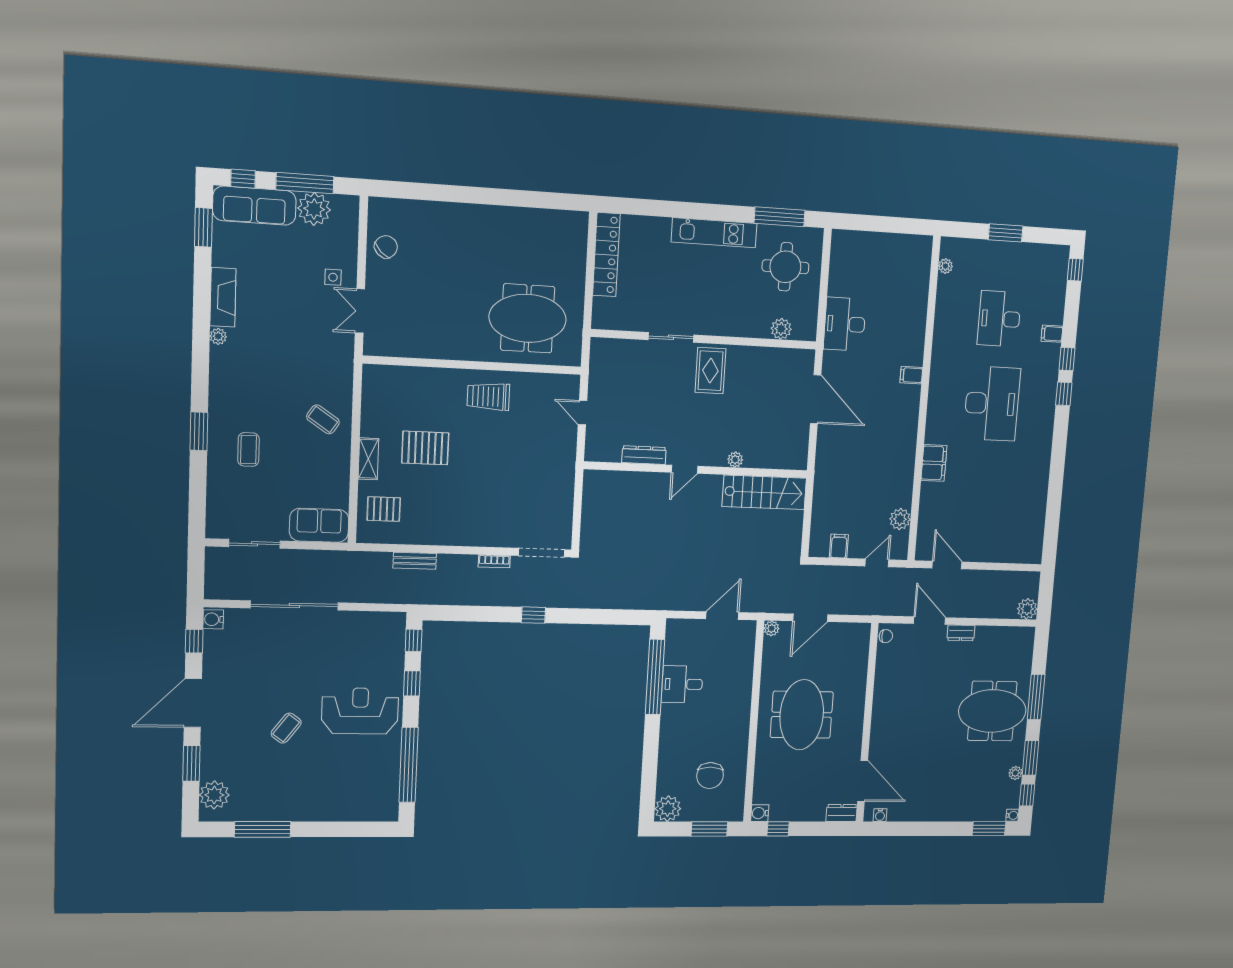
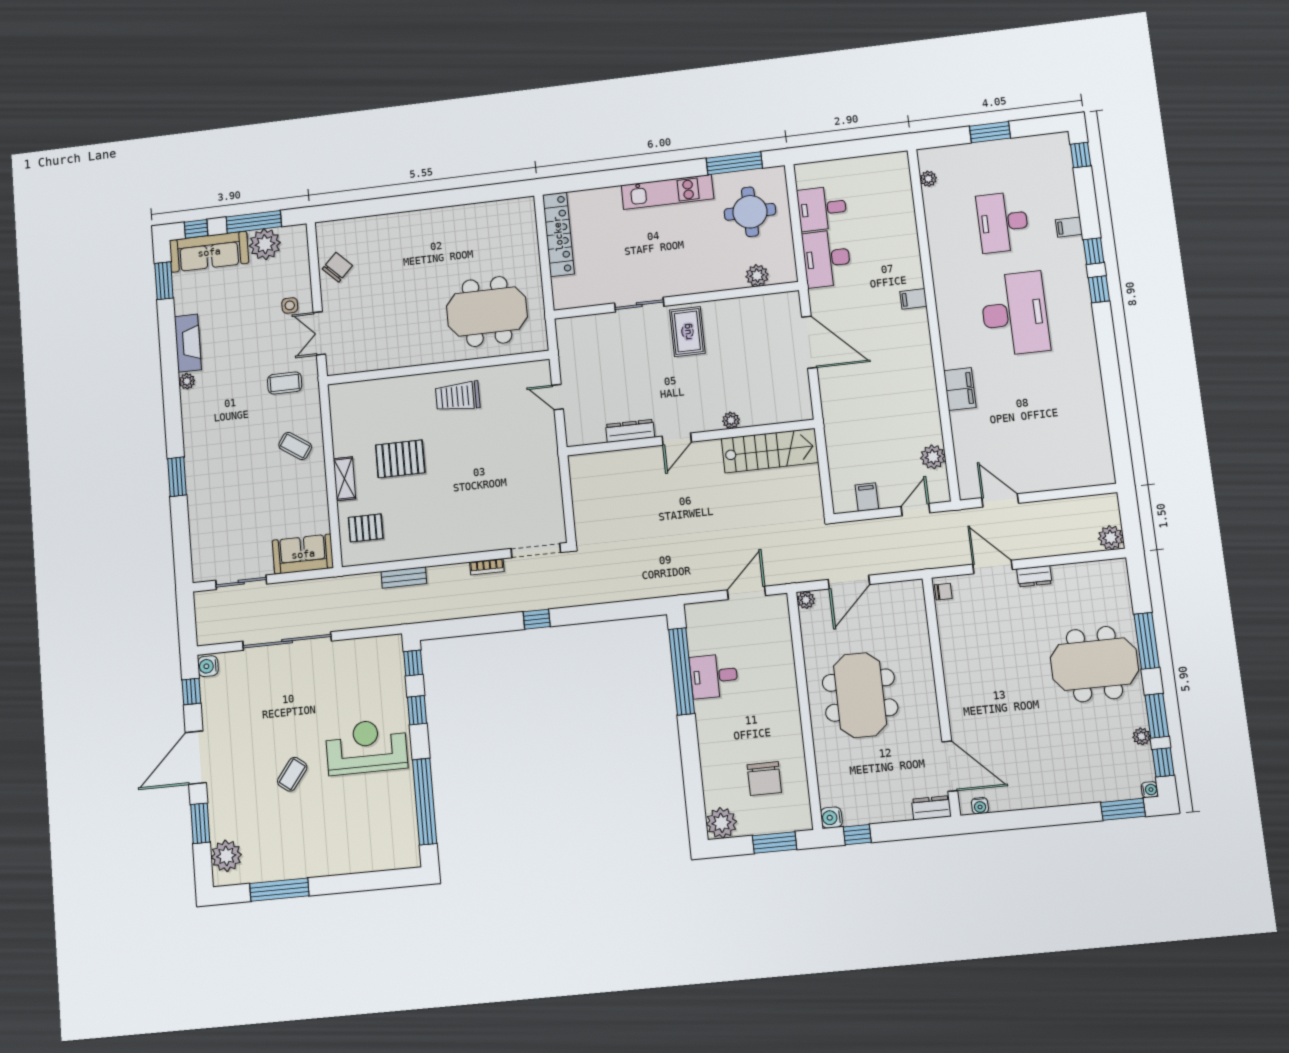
desk: (849, 276) -> (822, 208), added
coffee table: (248, 449) -> (285, 383), moved, turned 90

